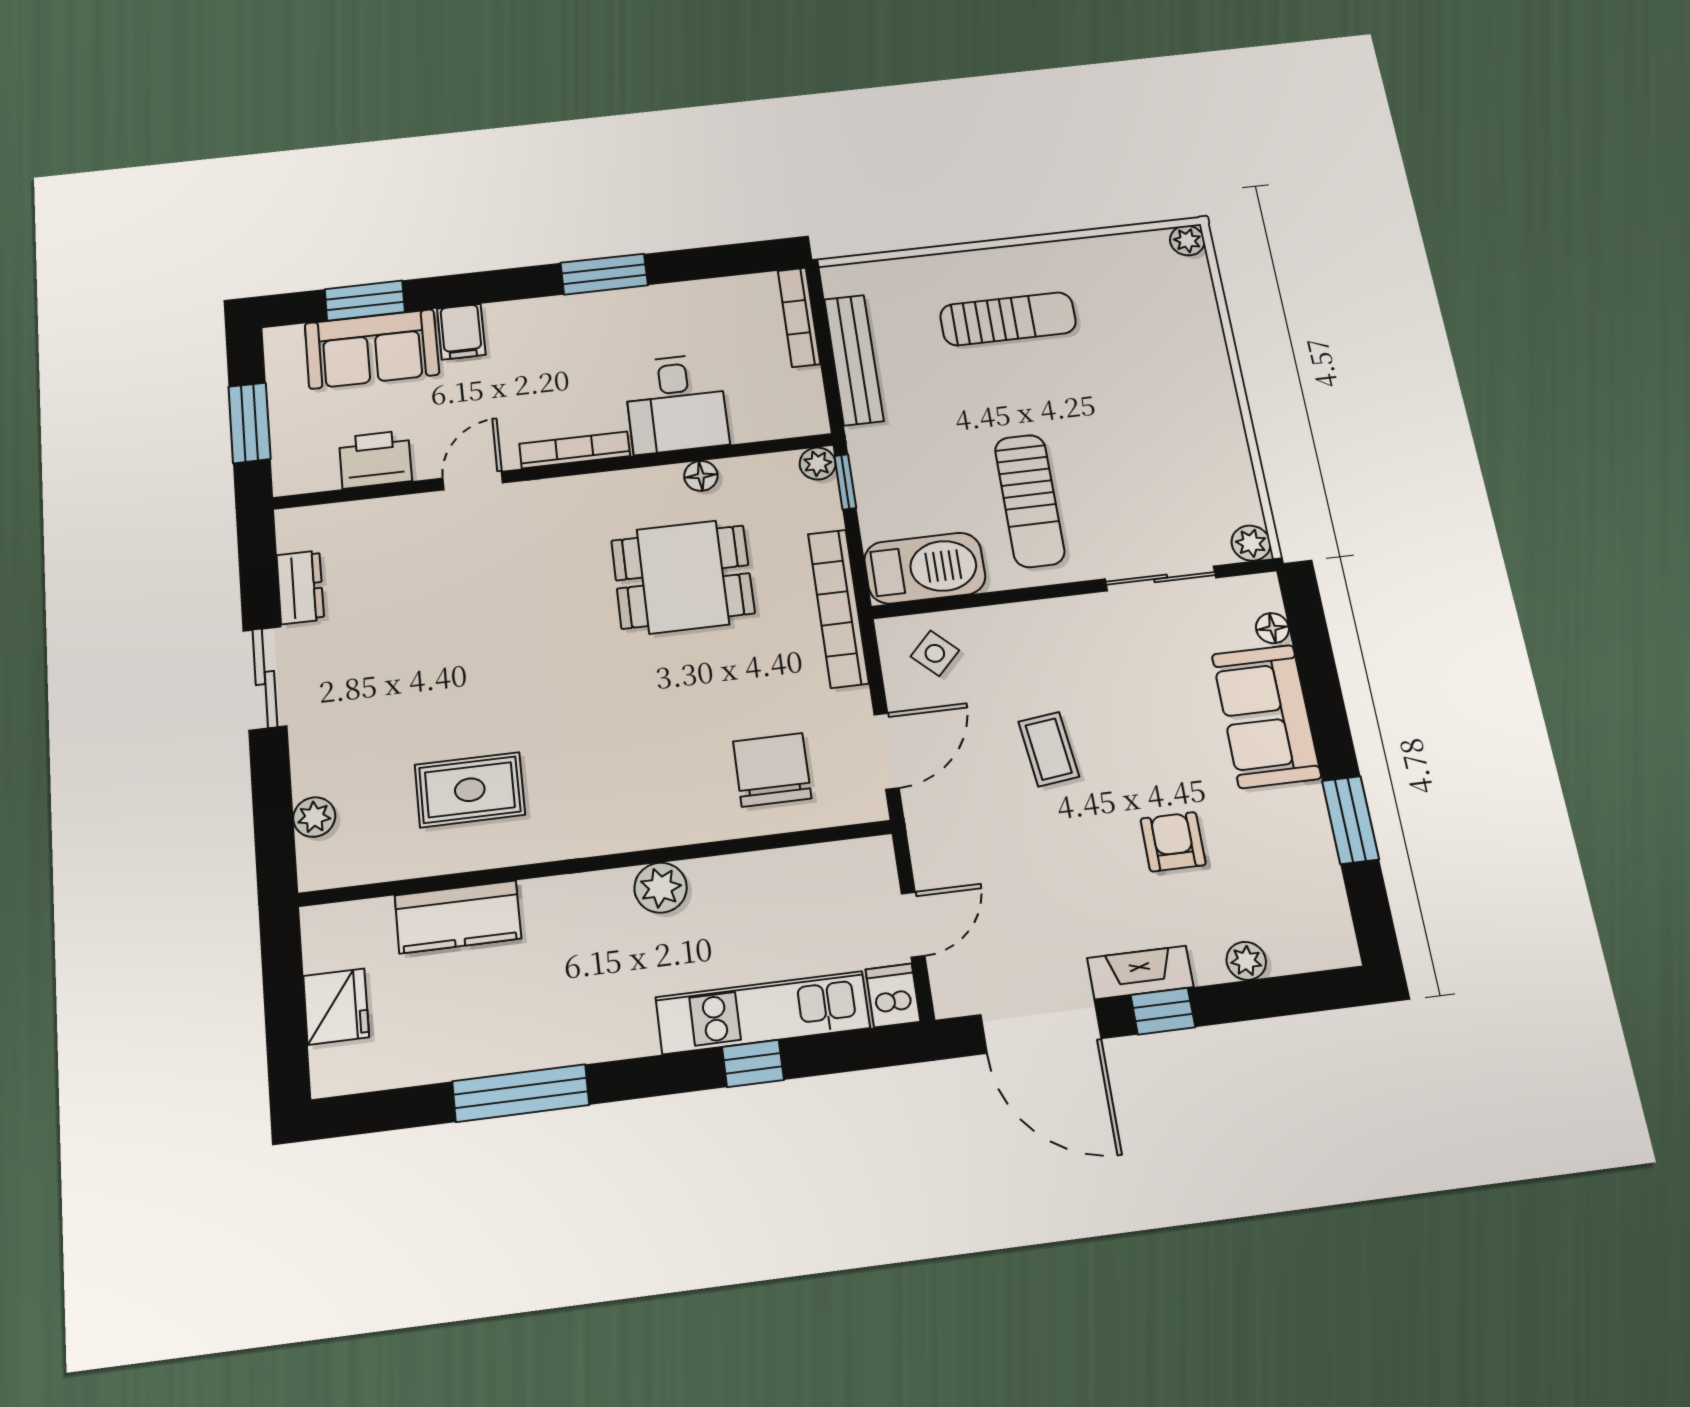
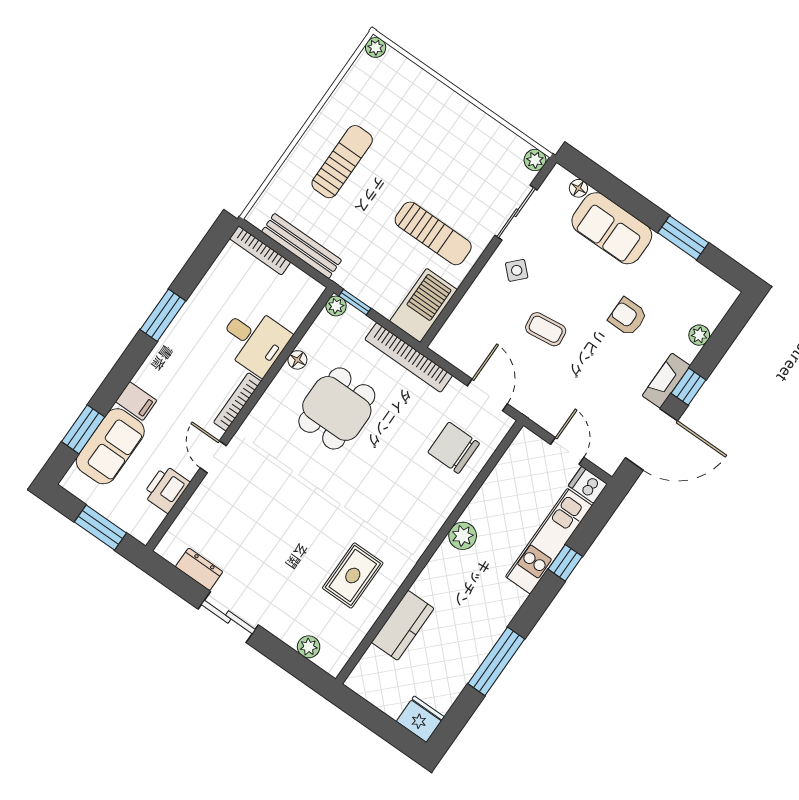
side table: (935, 653) -> (517, 270), moved
fridge: (336, 1007) -> (420, 719), moved

